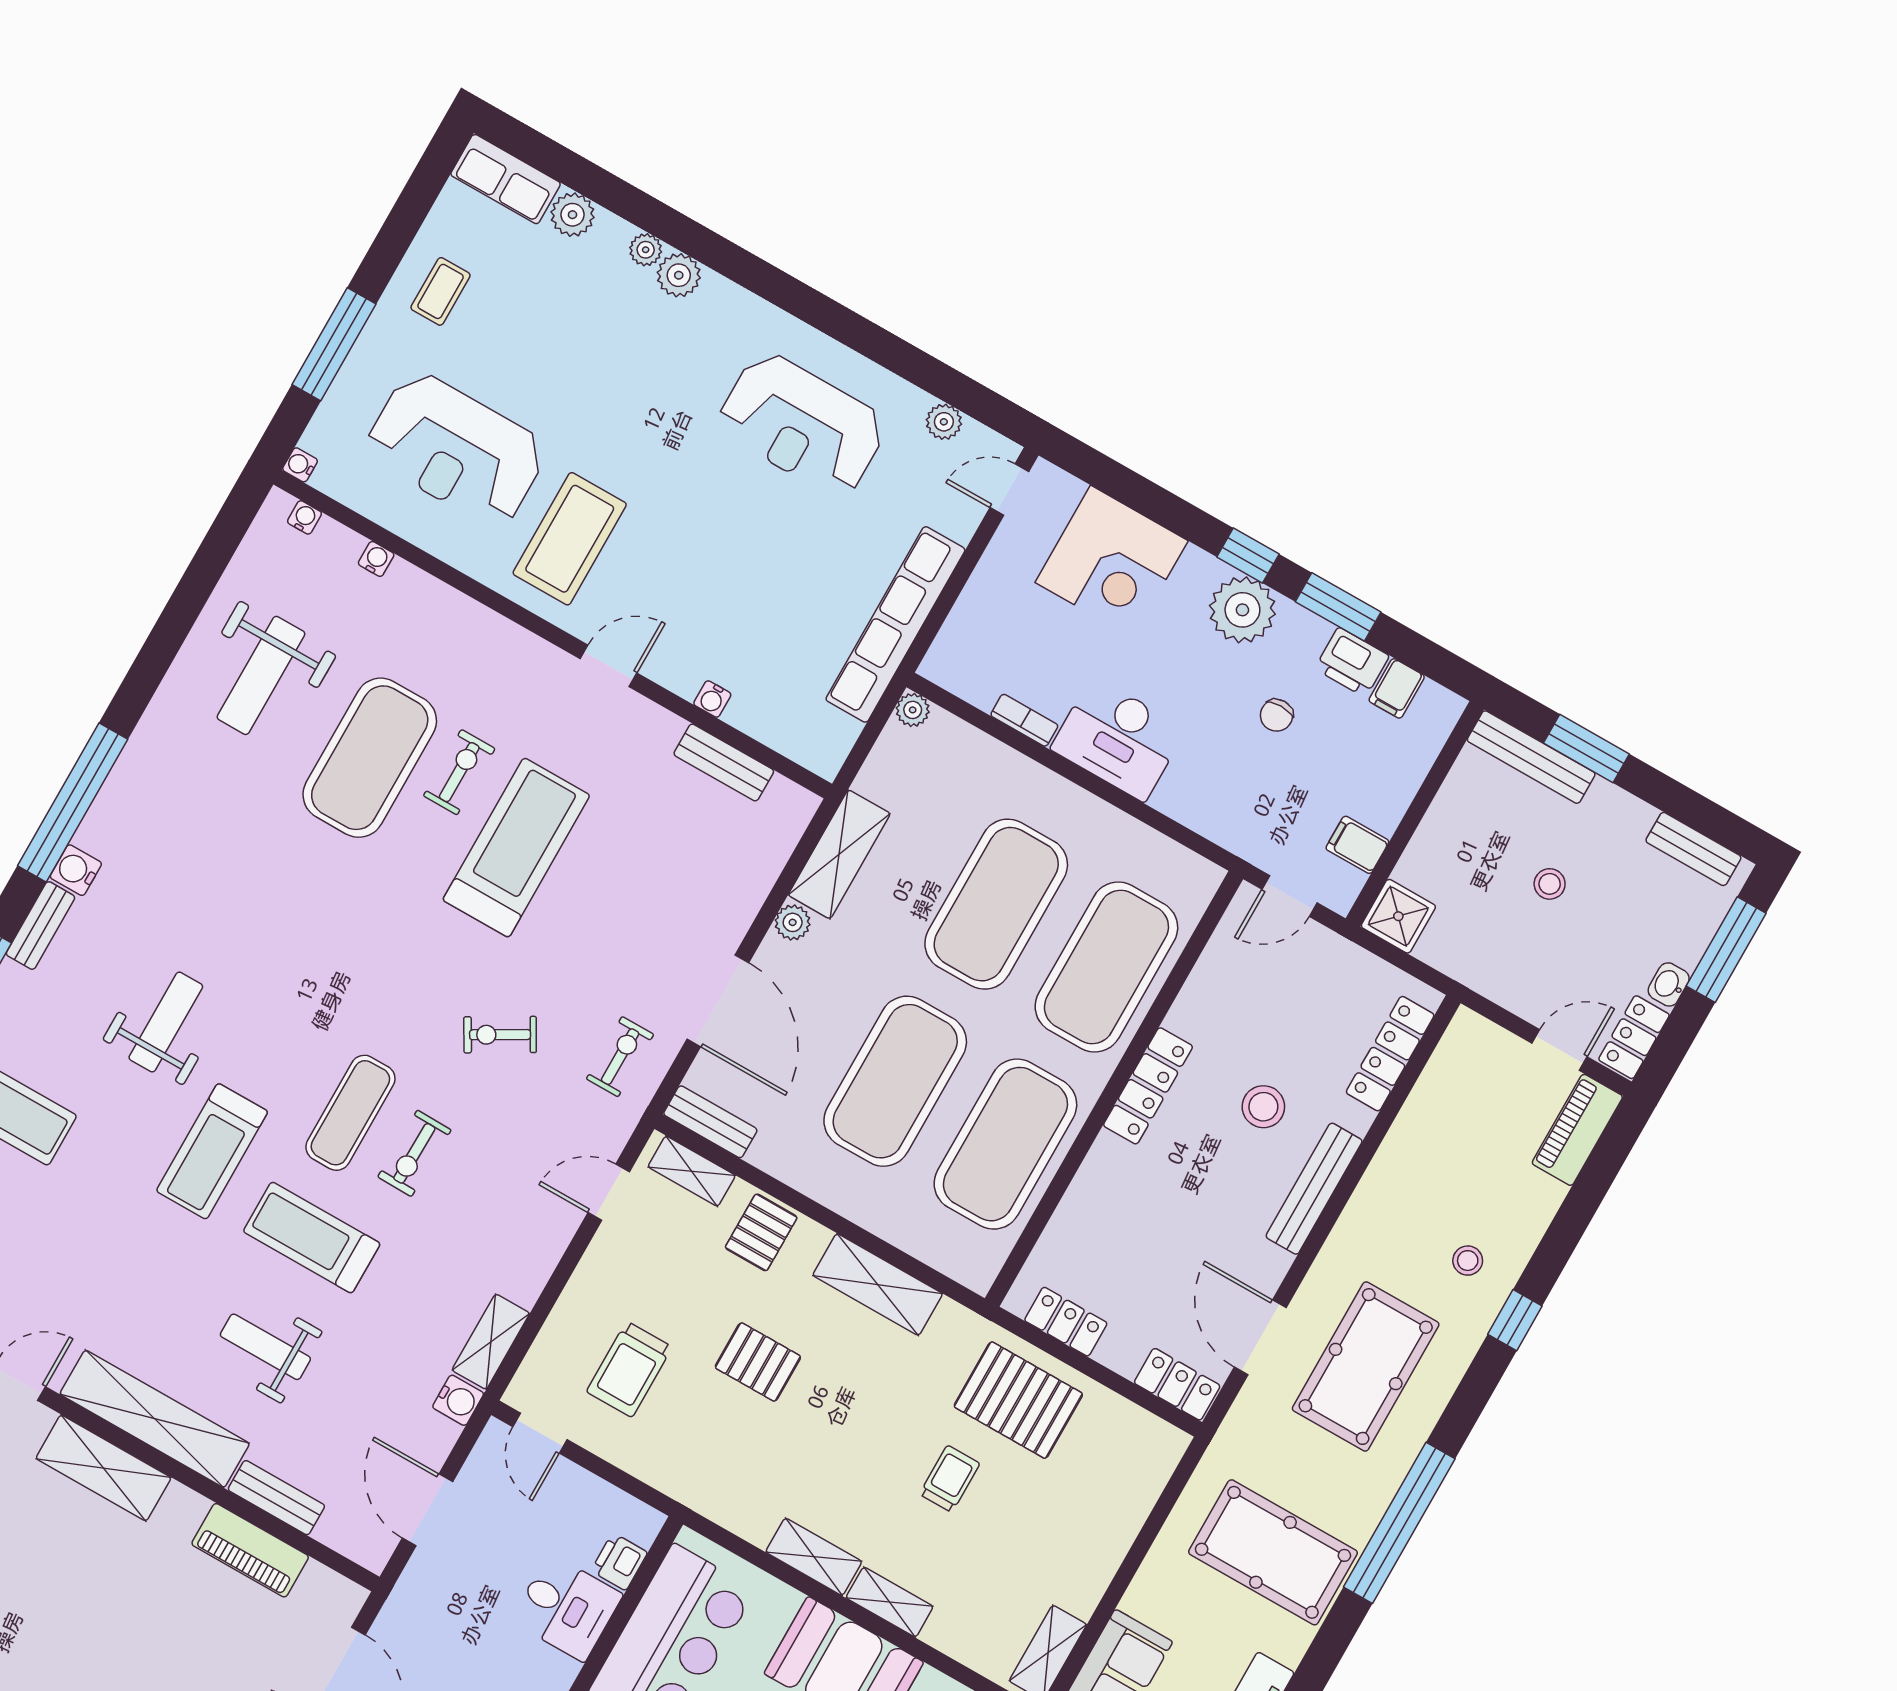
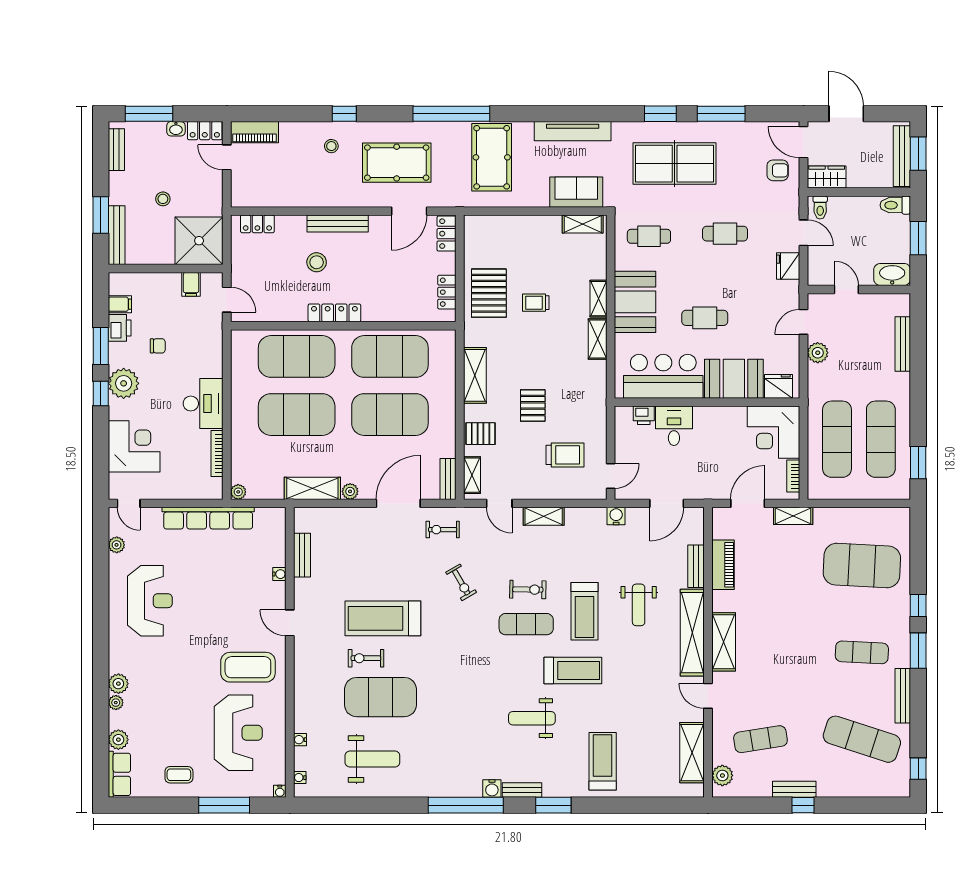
bookcase: (1024, 720) -> (217, 453), width x1.56
shower: (1398, 916) -> (199, 241), width x1.86, depth x1.86
locker: (1390, 1054) -> (257, 224), width x0.66
shelving: (491, 1342) -> (544, 516), moved

